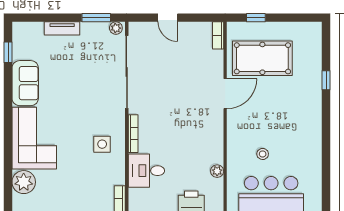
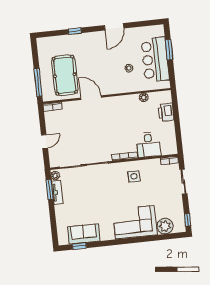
window: (256, 18) -> (38, 83), width x2.17
tv unit: (62, 28) -> (57, 192), moved
sofa: (25, 83) -> (84, 234), moved
door: (326, 139) -> (114, 27), added

